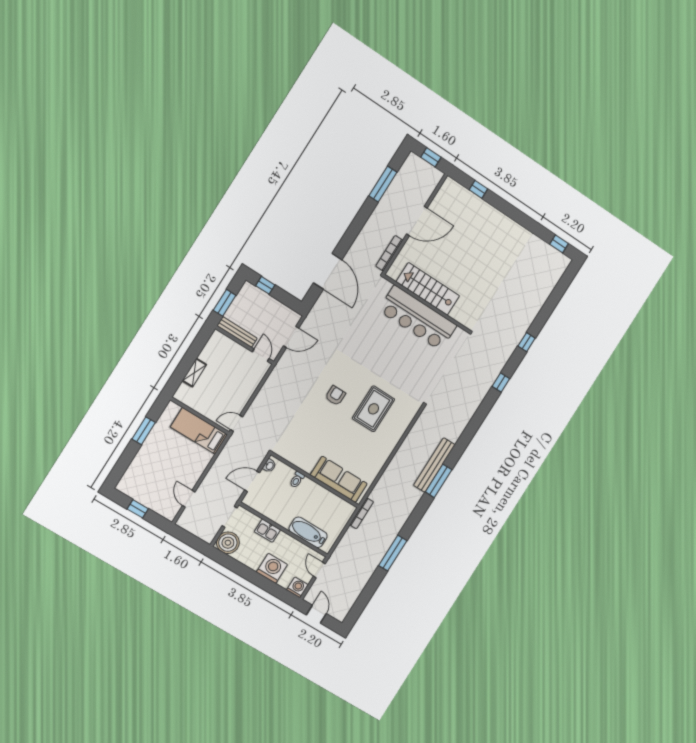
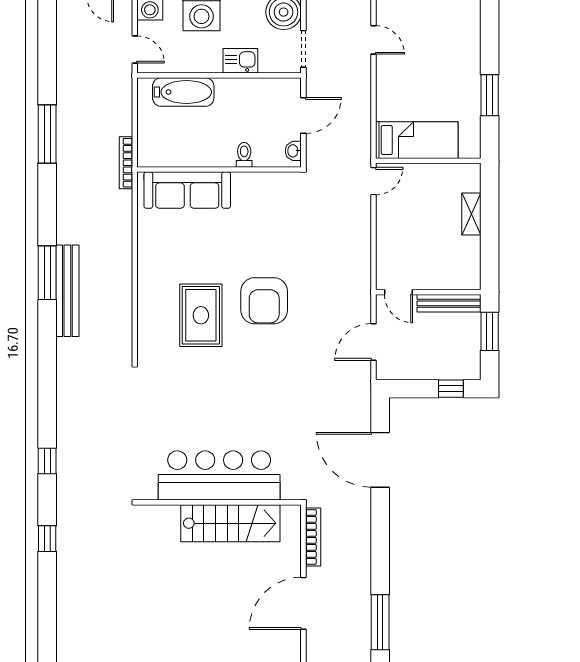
armchair: (335, 396) -> (264, 301), width x1.88, depth x1.88

